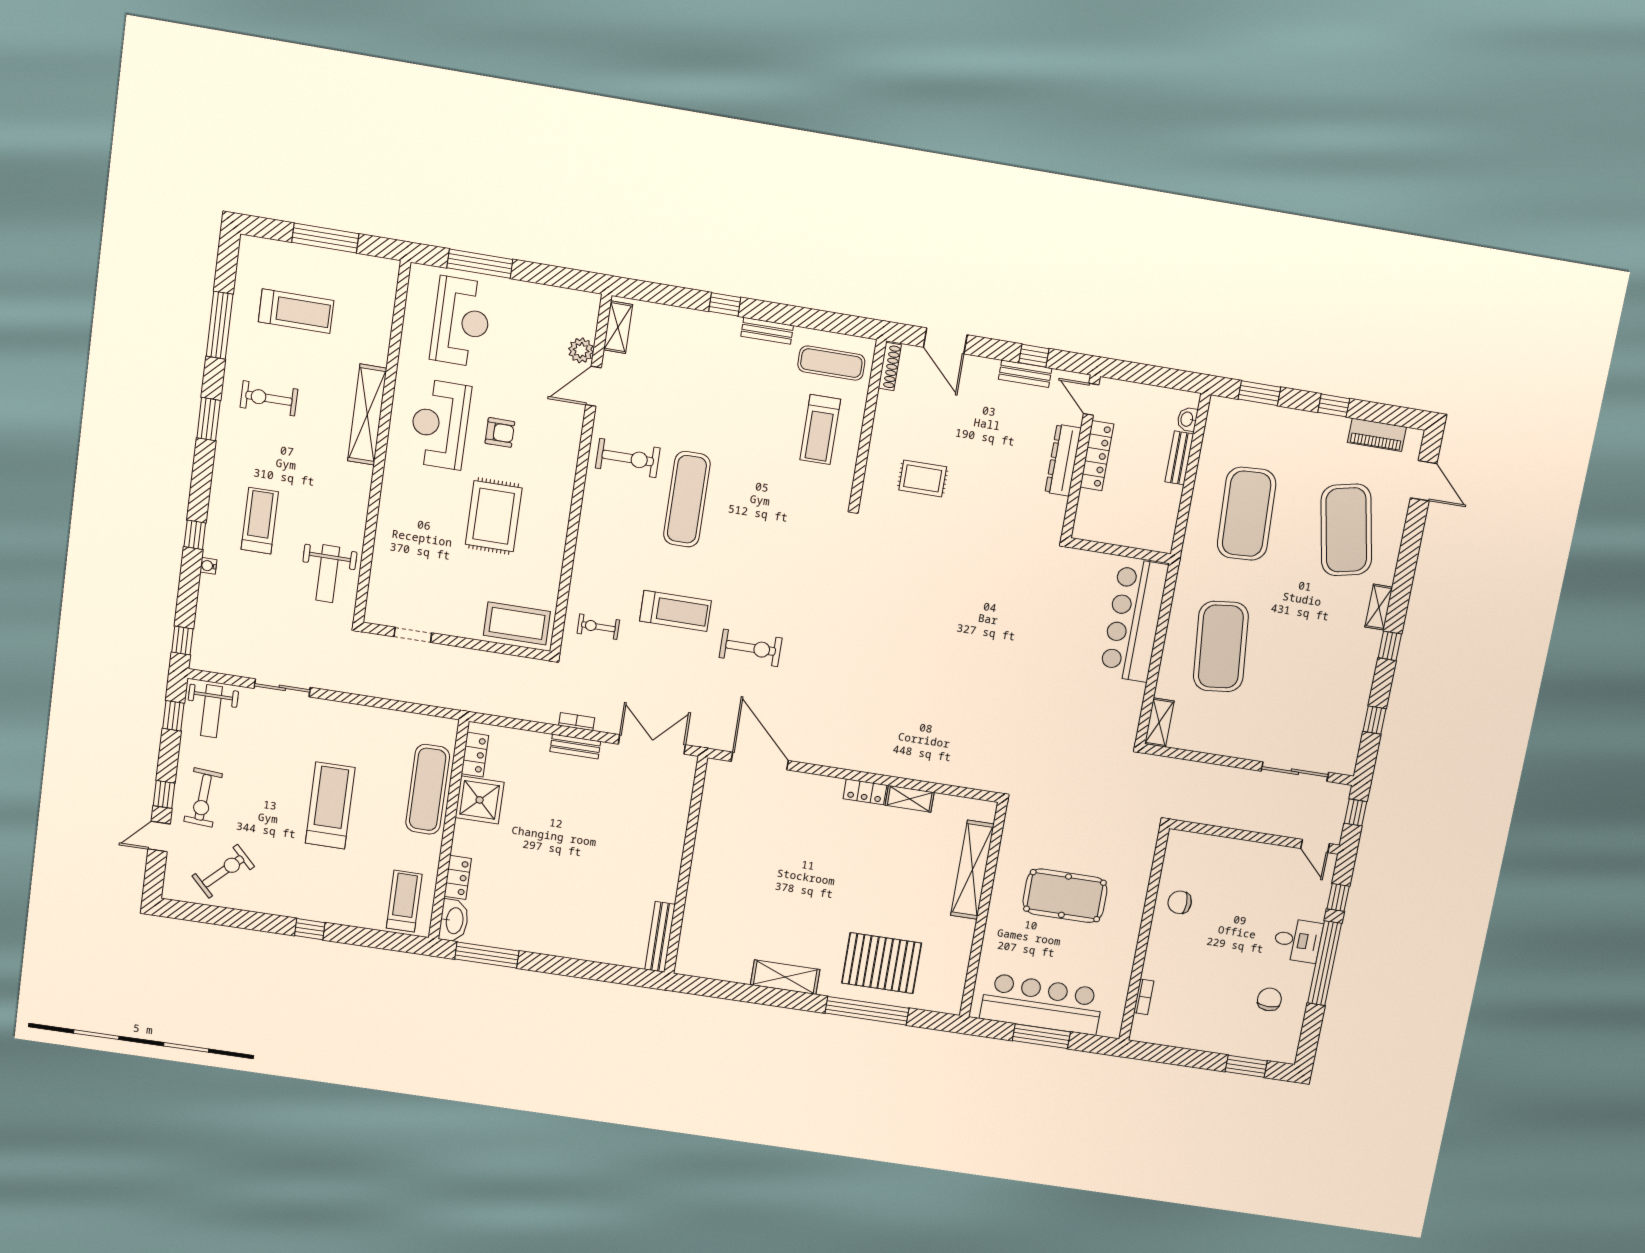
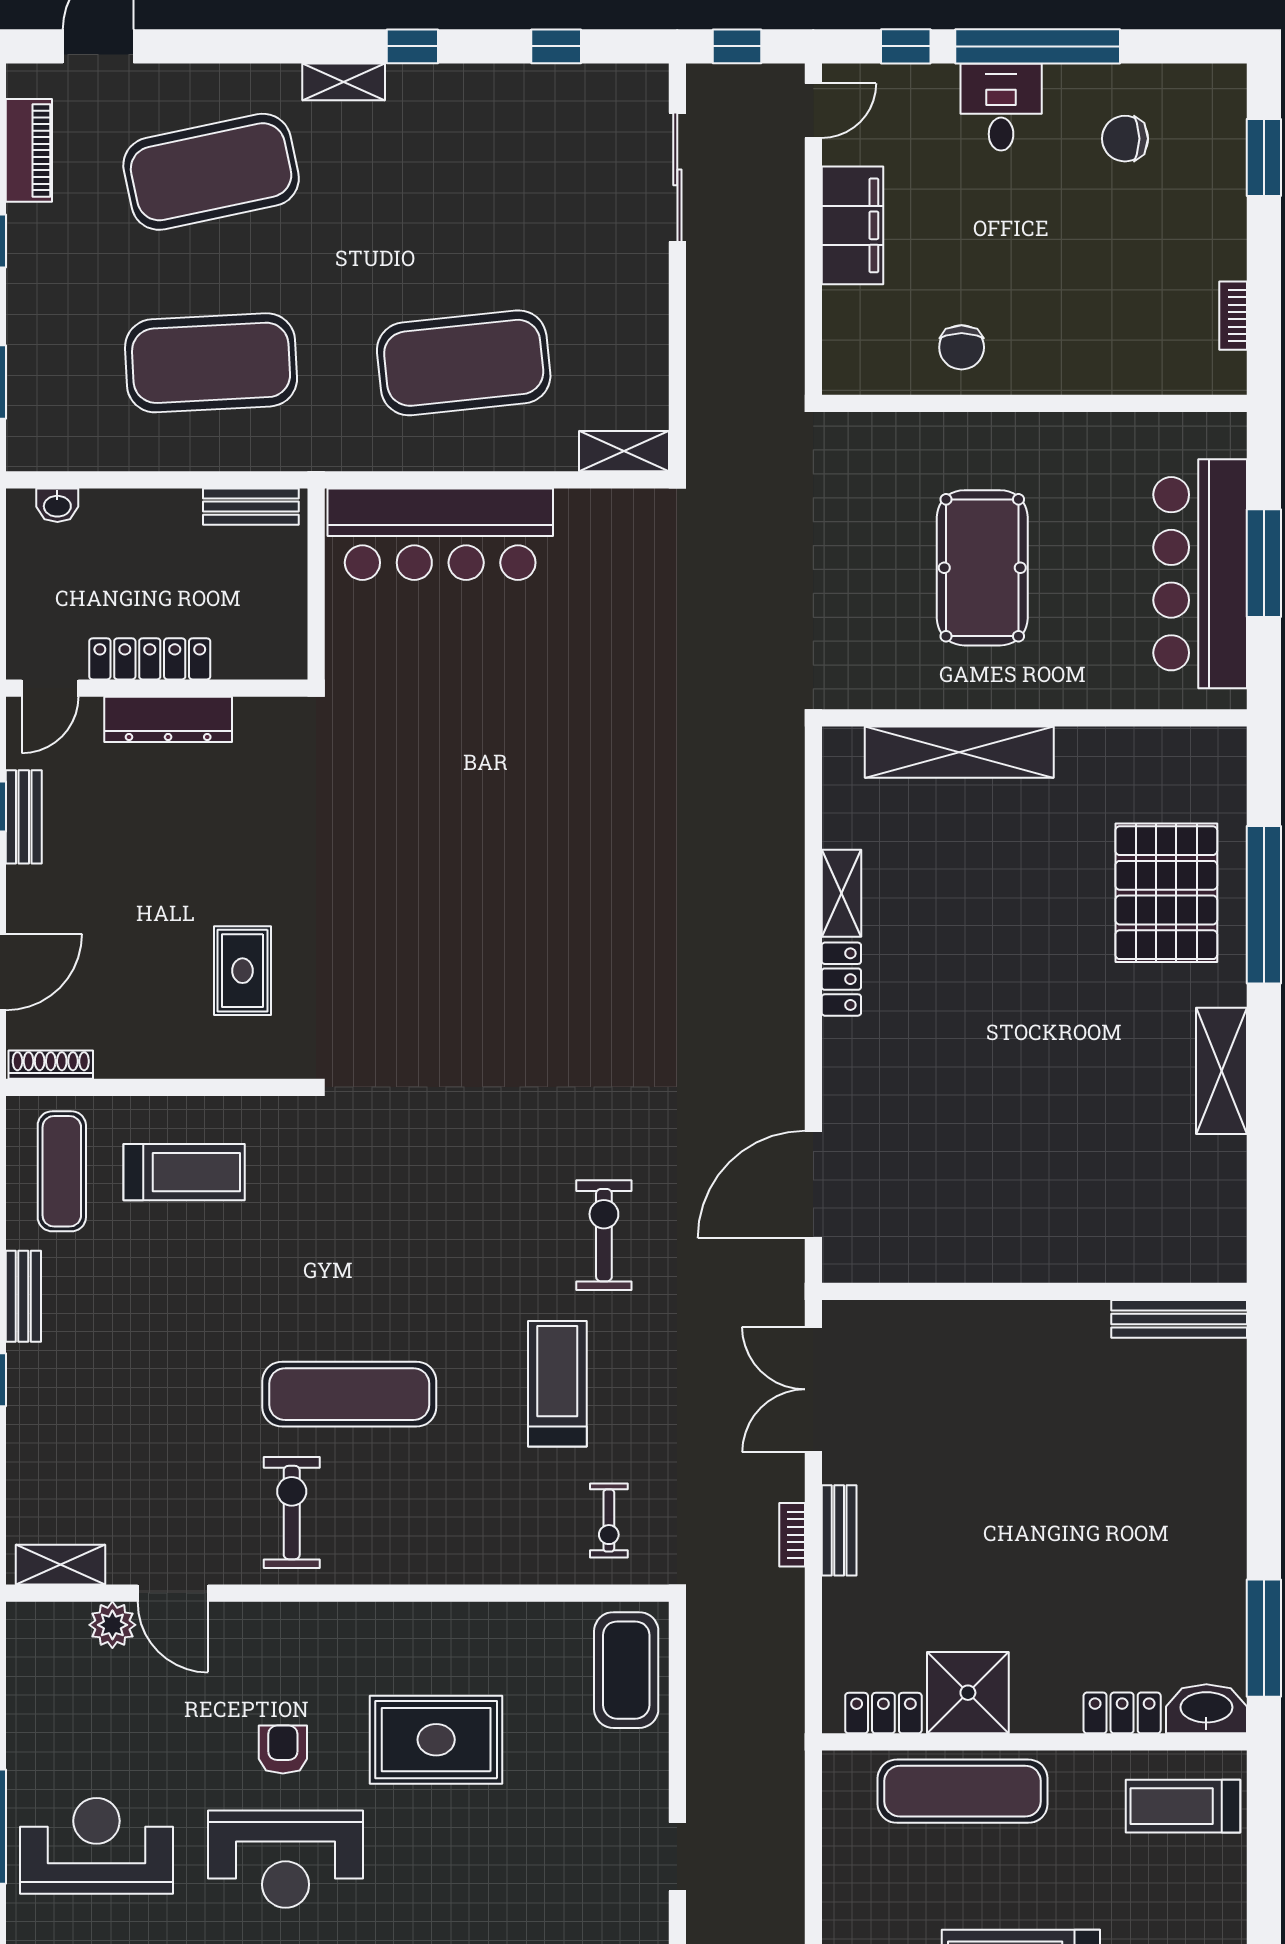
bench: (1179, 458) -> (251, 507), moved
filing cabinet: (1253, 857) -> (852, 225), added
bookcase: (1144, 997) -> (1233, 316), moved, turned -90

